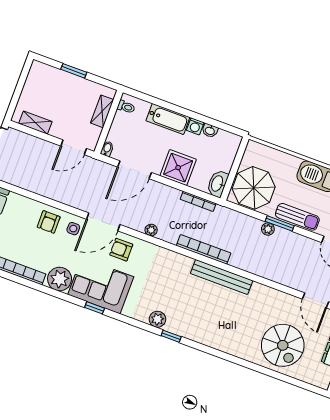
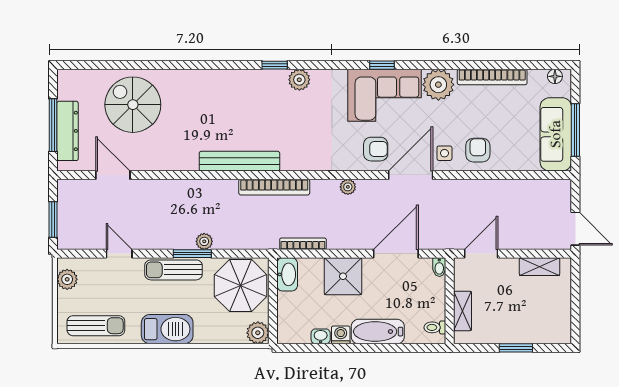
plant: (254, 150) -> (258, 333), added

